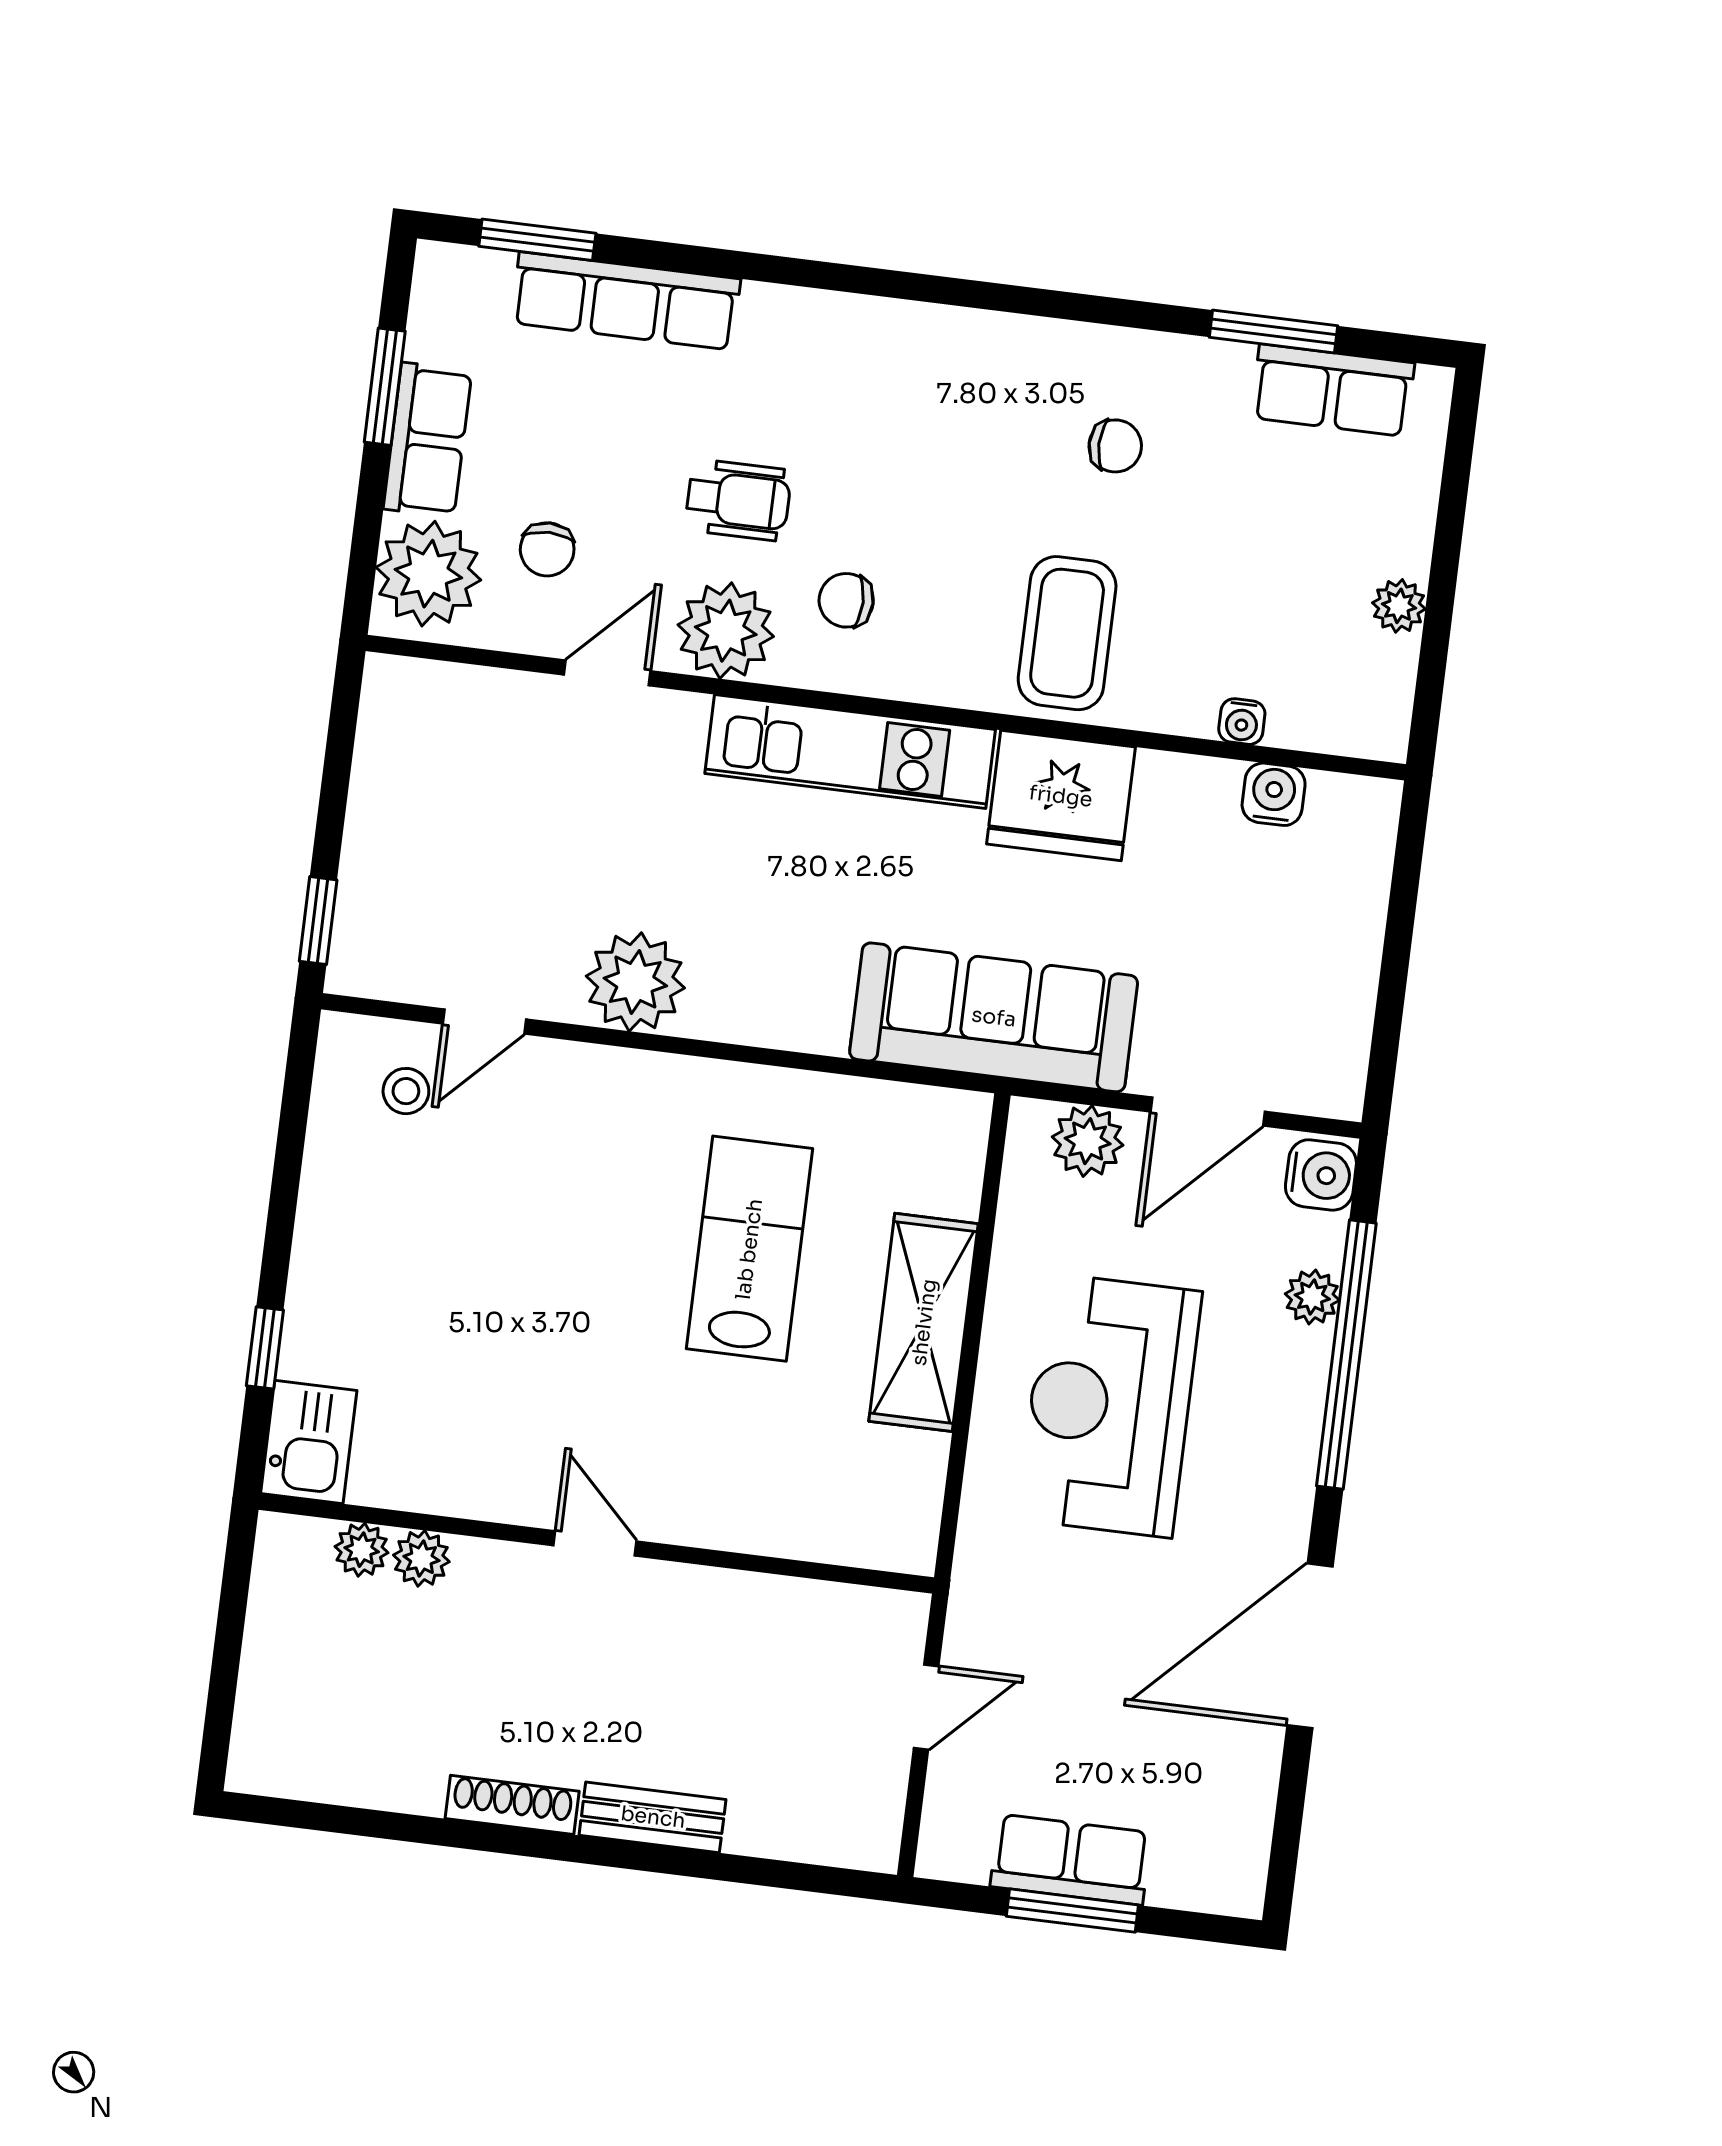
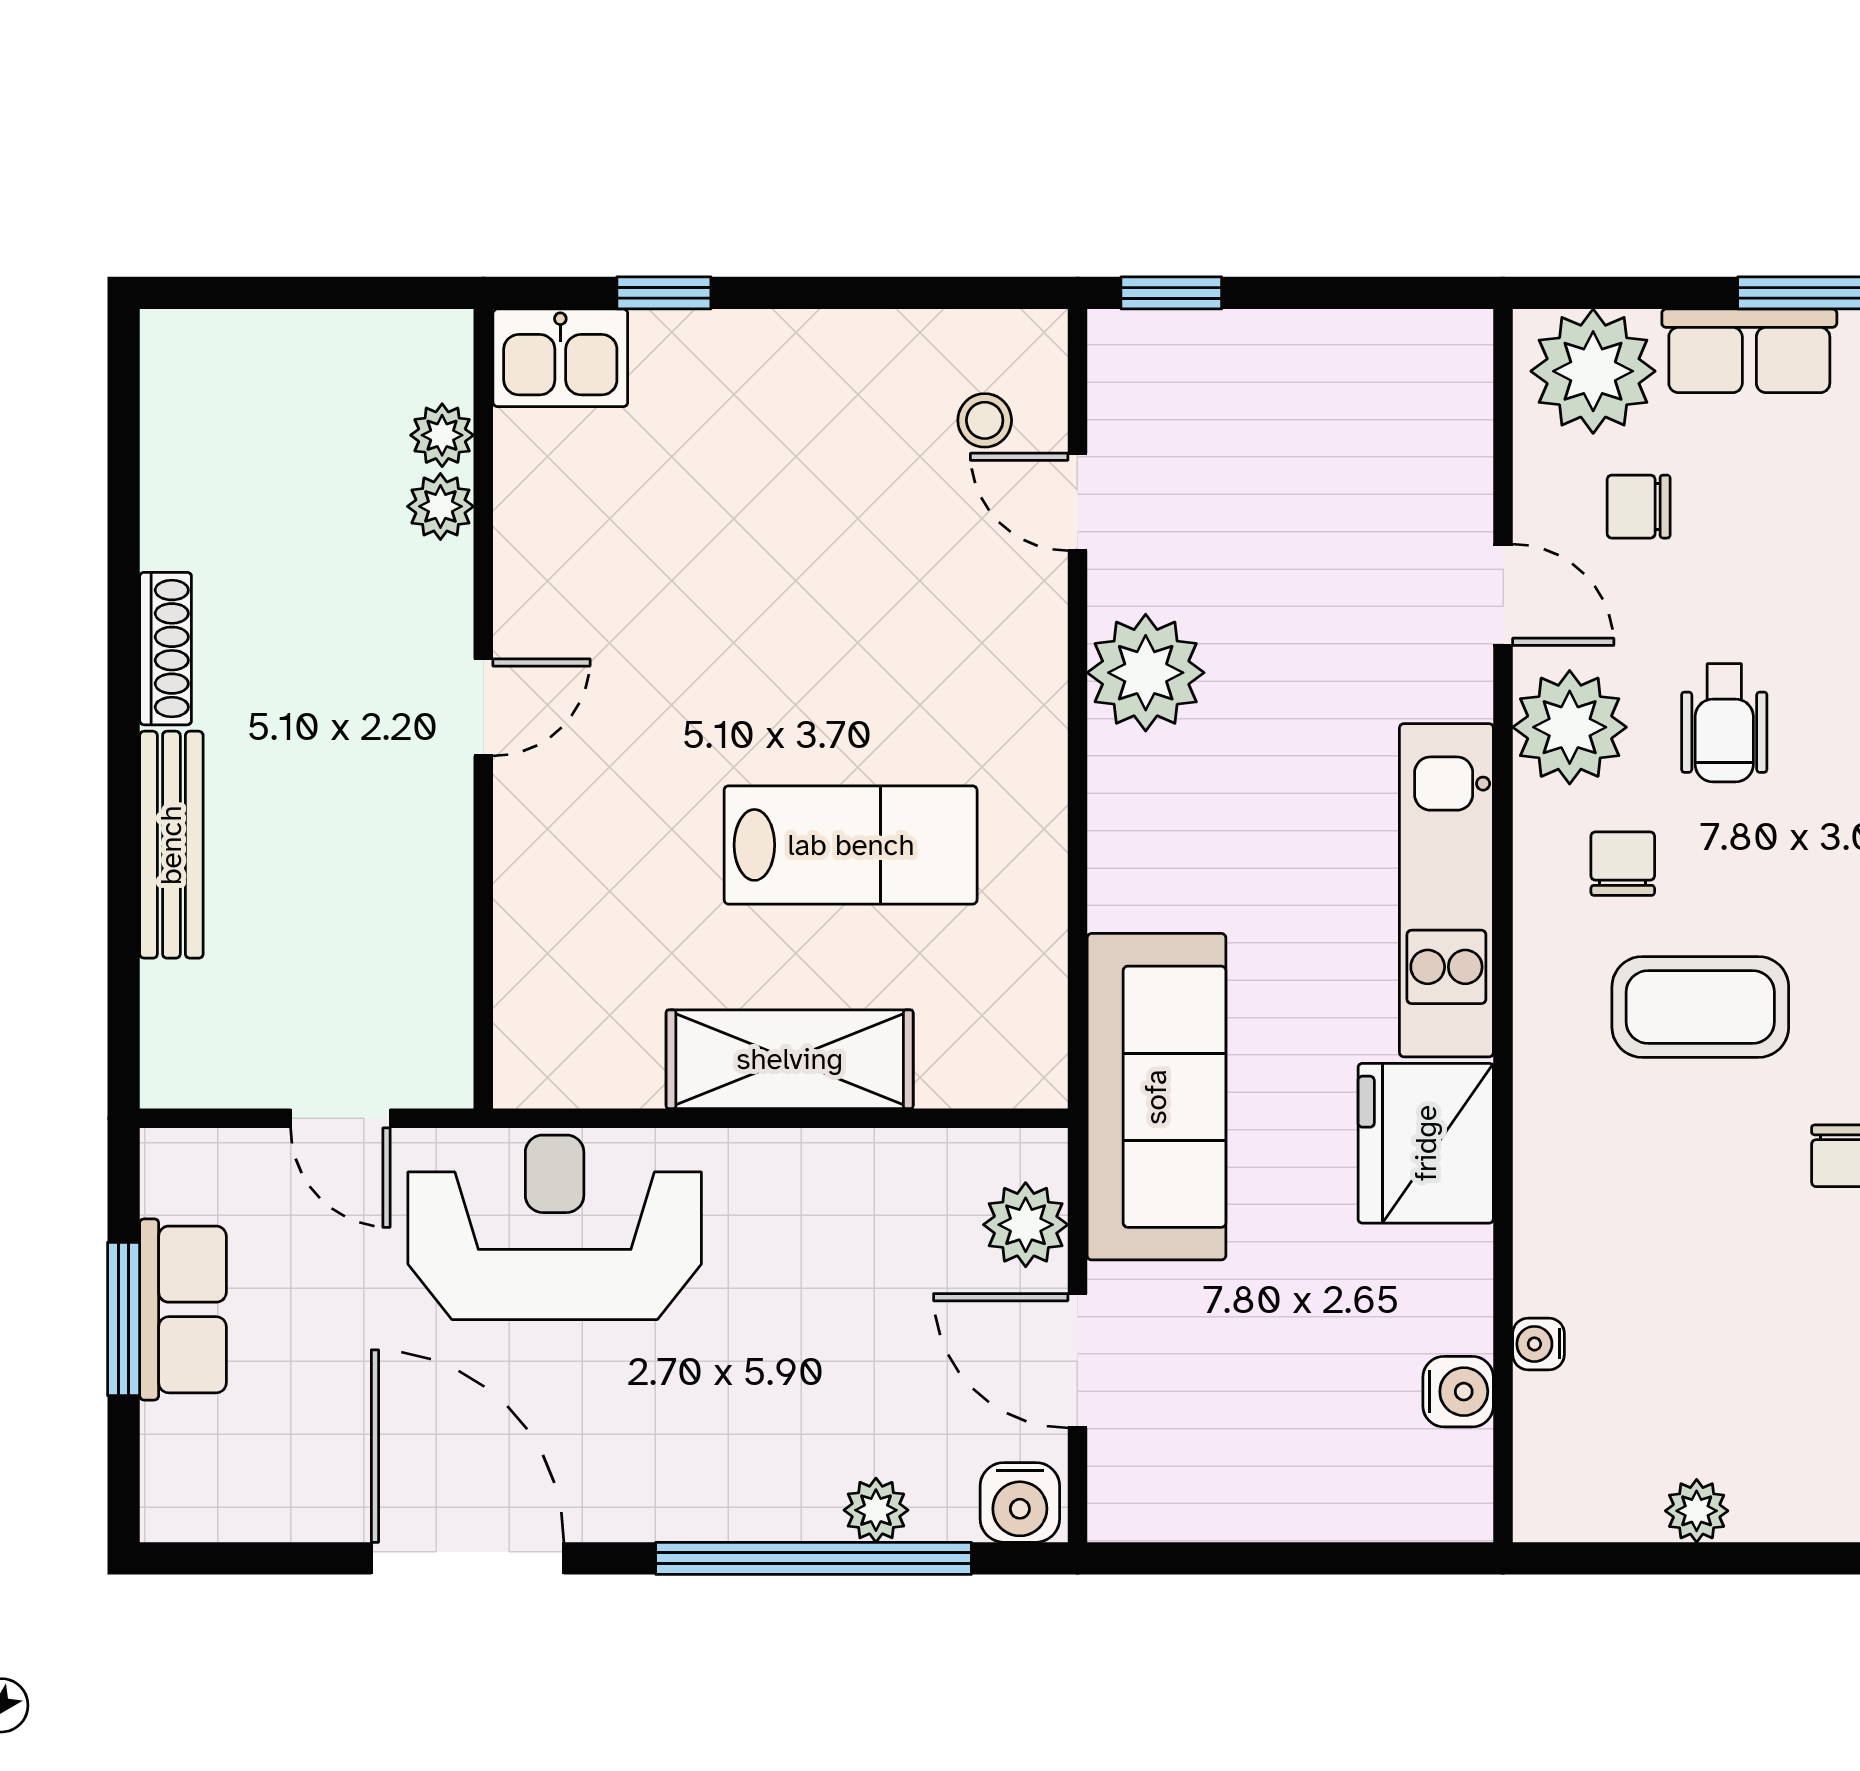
coffee table: (1067, 633) -> (1700, 1007), moved
reception desk: (1110, 1405) -> (555, 1227), moved
bench: (653, 1817) -> (171, 845), width x1.36

